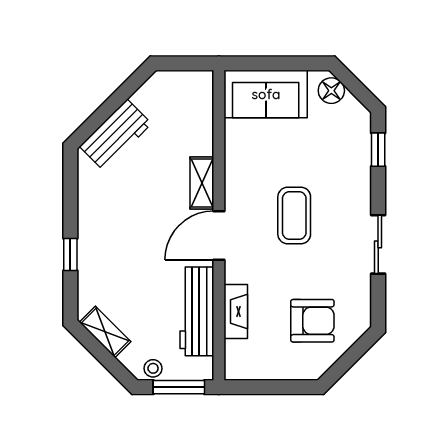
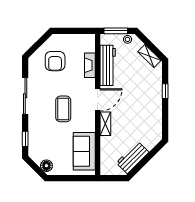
sofa: (266, 94) -> (84, 151), moved, turned -90
workbench: (115, 135) -> (133, 157), moved
sliding door: (378, 244) -> (25, 96), width x1.37
armchair: (312, 321) -> (55, 61), turned -90

